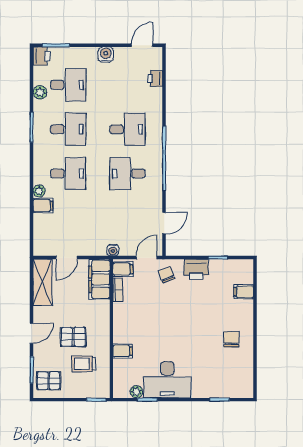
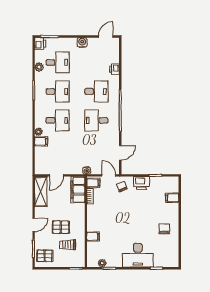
printer: (155, 79) -> (114, 69), moved
door: (146, 258) -> (109, 175), hinge flipped
desk: (167, 380) -> (138, 255), moved

